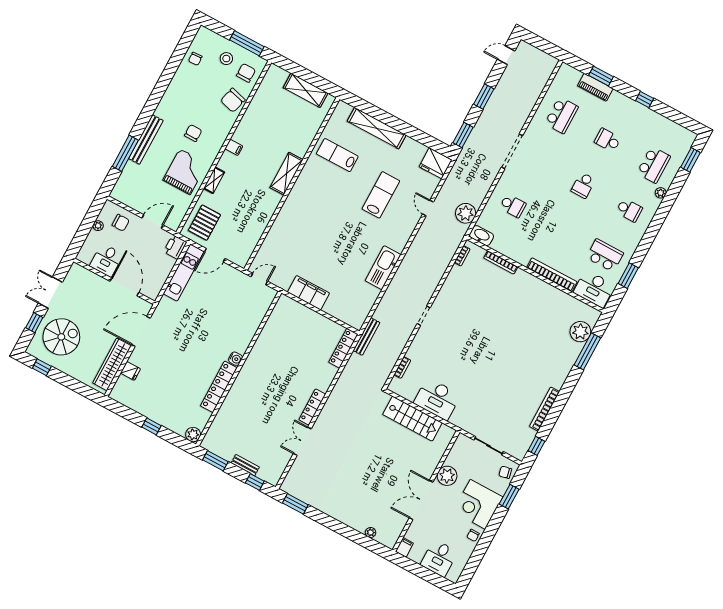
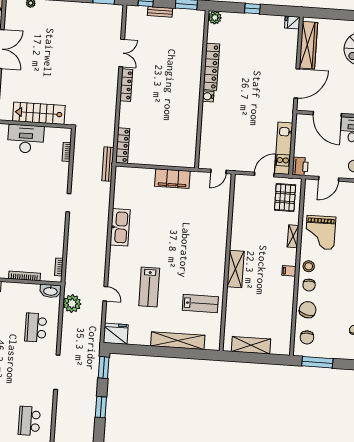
stool: (226, 59) -> (309, 266), moved
chair: (193, 133) -> (309, 285), moved
school desk: (513, 206) -> (36, 328), width x1.85
fridge: (130, 371) -> (292, 22), moved

